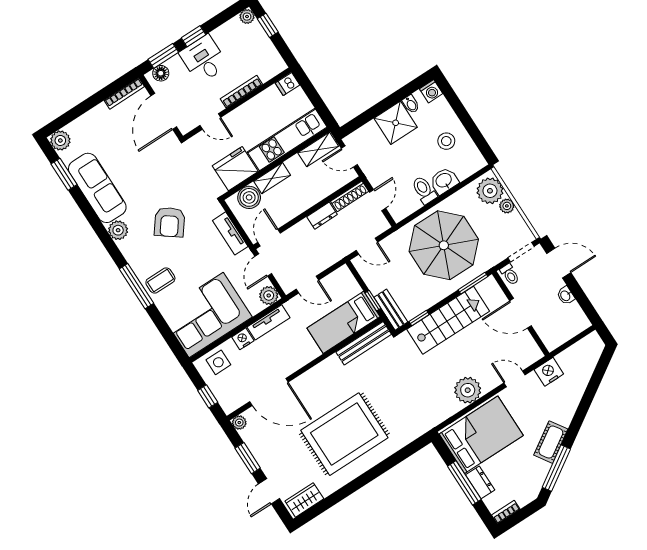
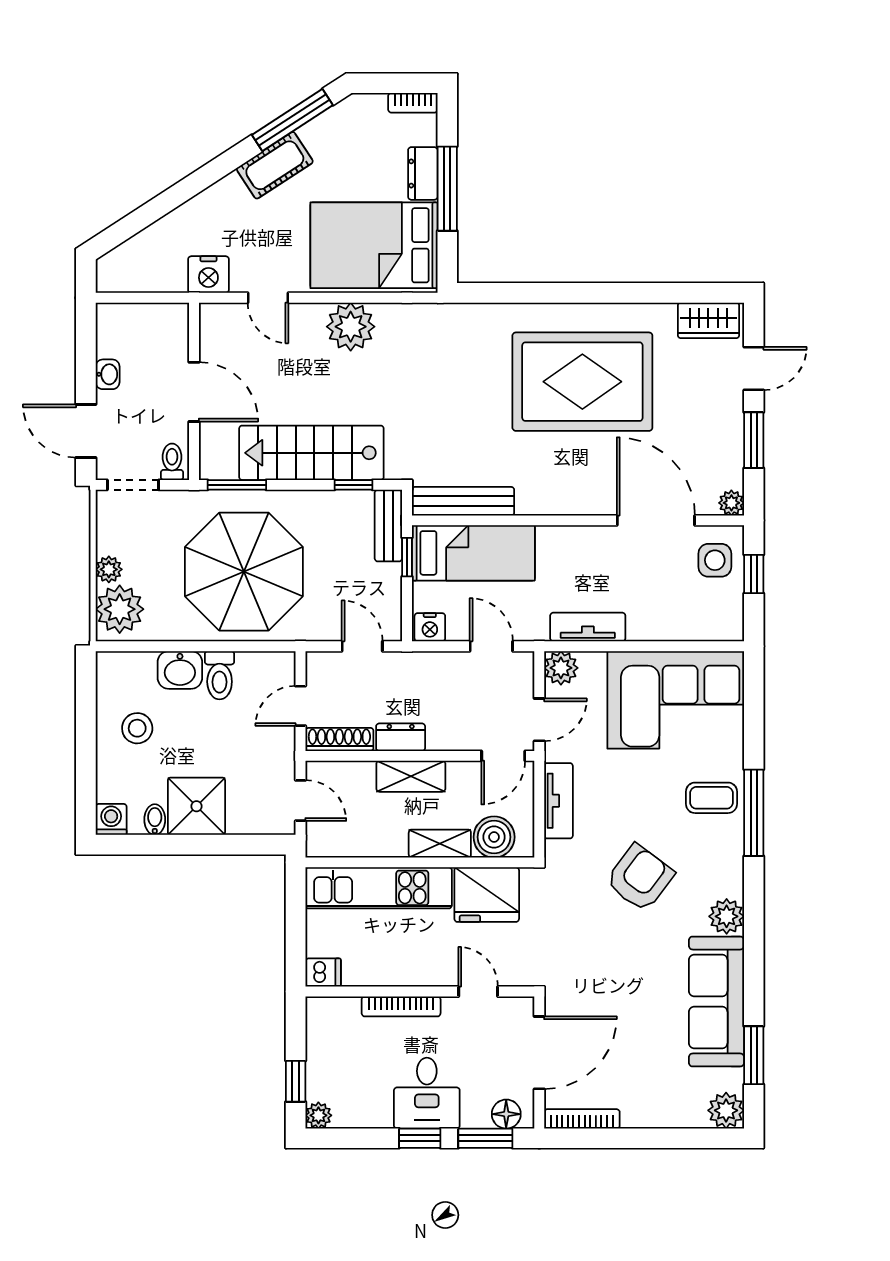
shelving: (318, 149) -> (411, 776), moved
nightstand: (243, 339) -> (430, 627), moved
side table: (218, 362) -> (715, 560), moved

